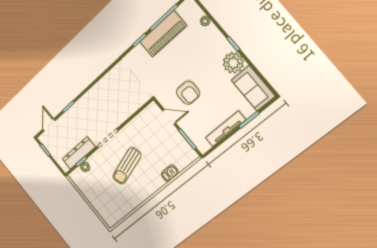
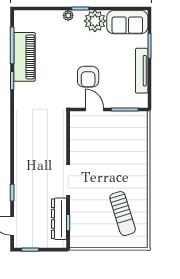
plant: (205, 21) -> (68, 15), moved
armchair: (188, 93) -> (88, 77), turned 90
door: (169, 117) -> (94, 109), hinge flipped
sun lounger: (127, 166) -> (123, 214), moved
plant: (85, 167) -> (76, 224), removed
barbecue: (170, 173) -> (141, 149), removed

